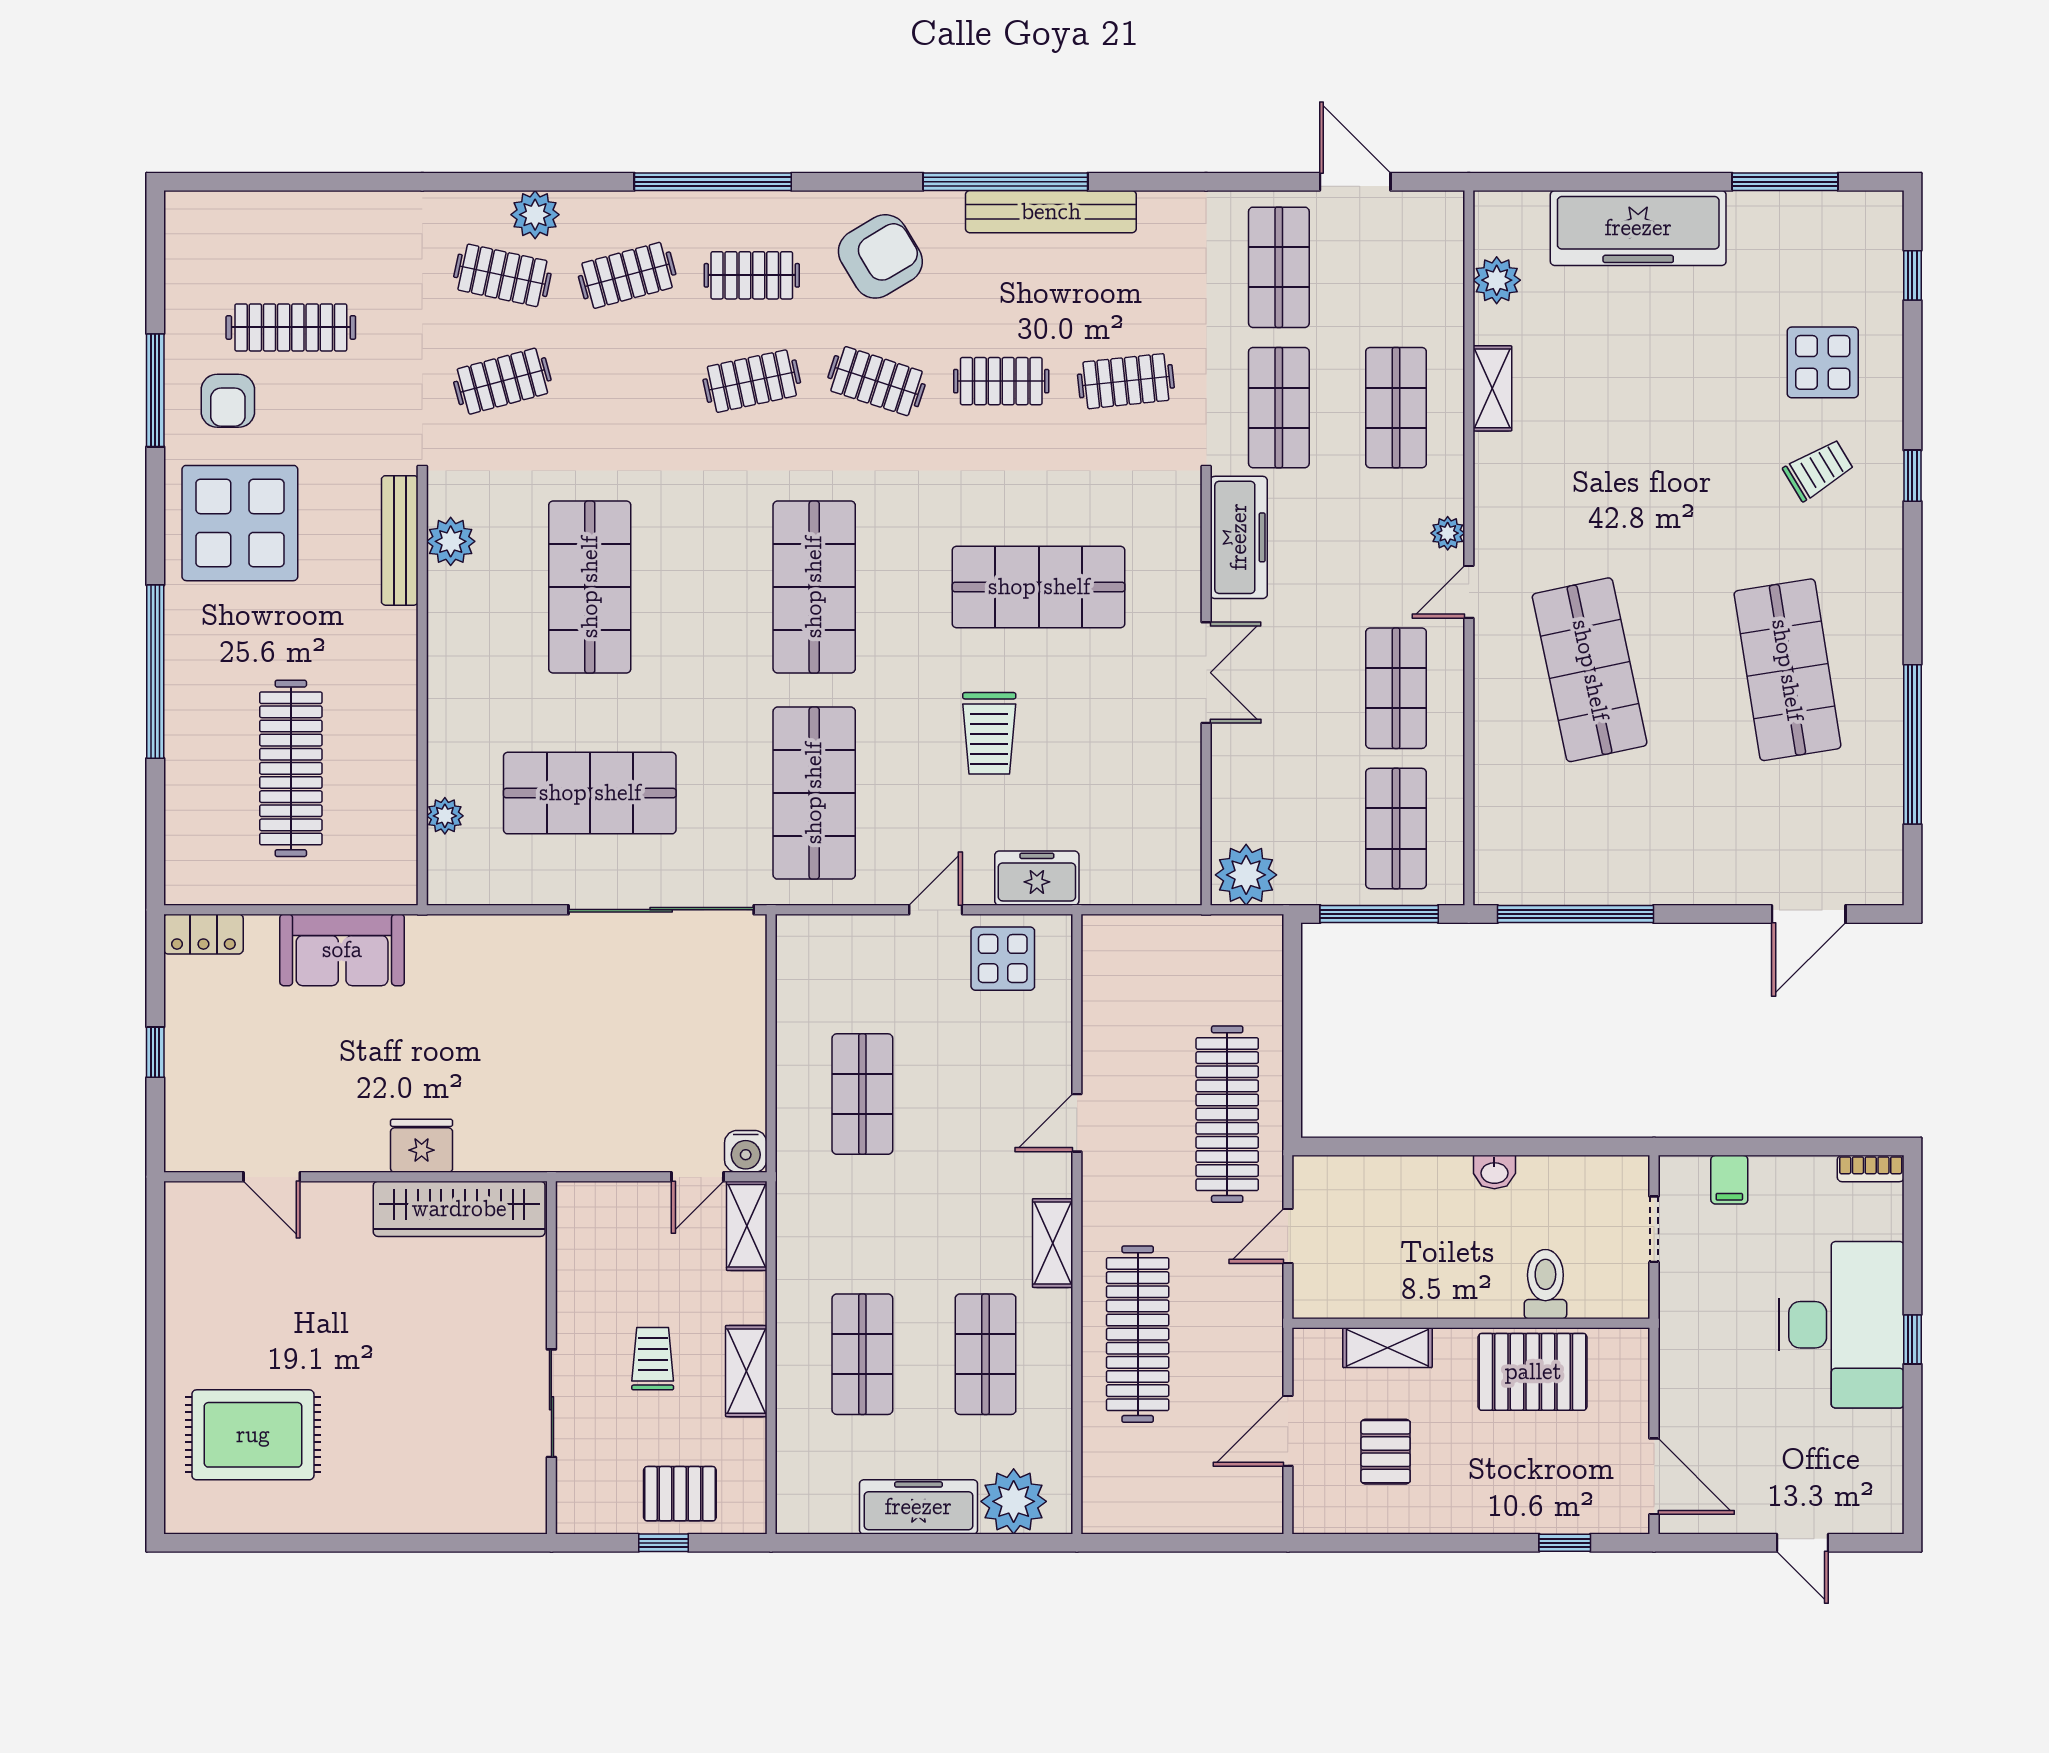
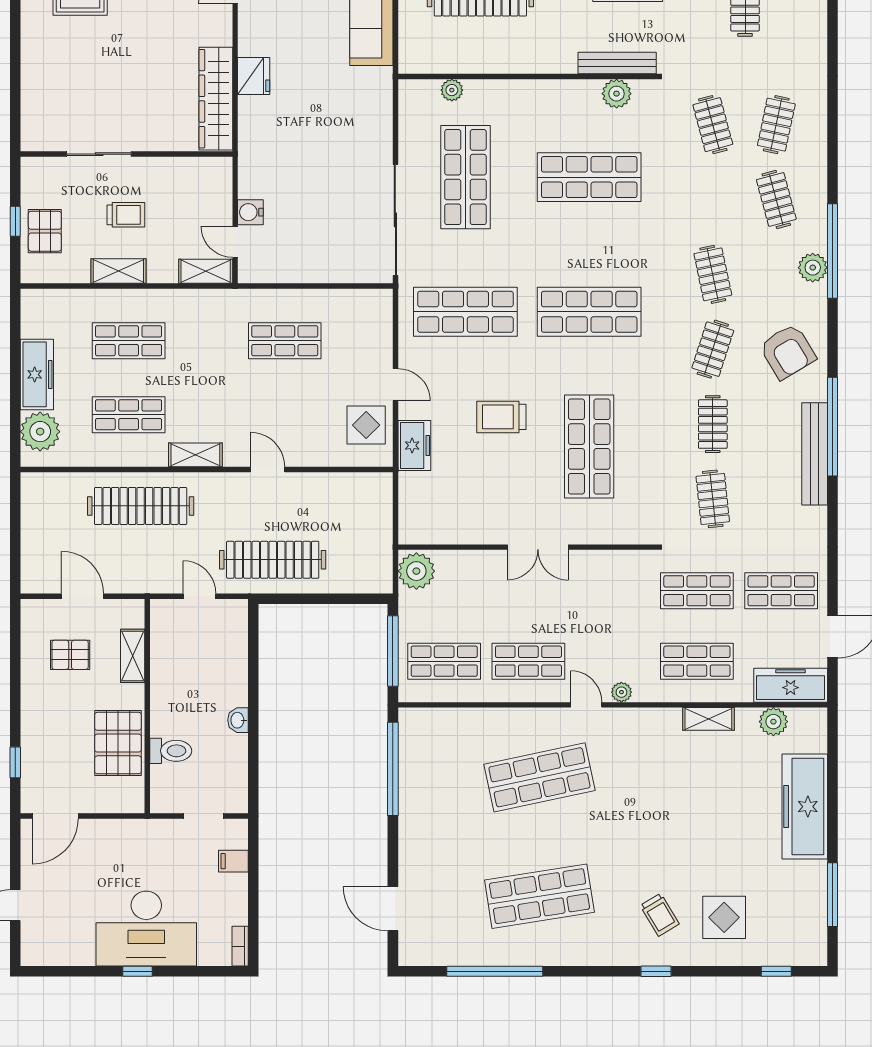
plant: (535, 215) -> (813, 268), moved
clothes rail: (752, 275) -> (776, 274), removed
freezer: (1239, 537) -> (791, 685), moved, turned 180
water cooler: (746, 1151) -> (250, 212), moved

